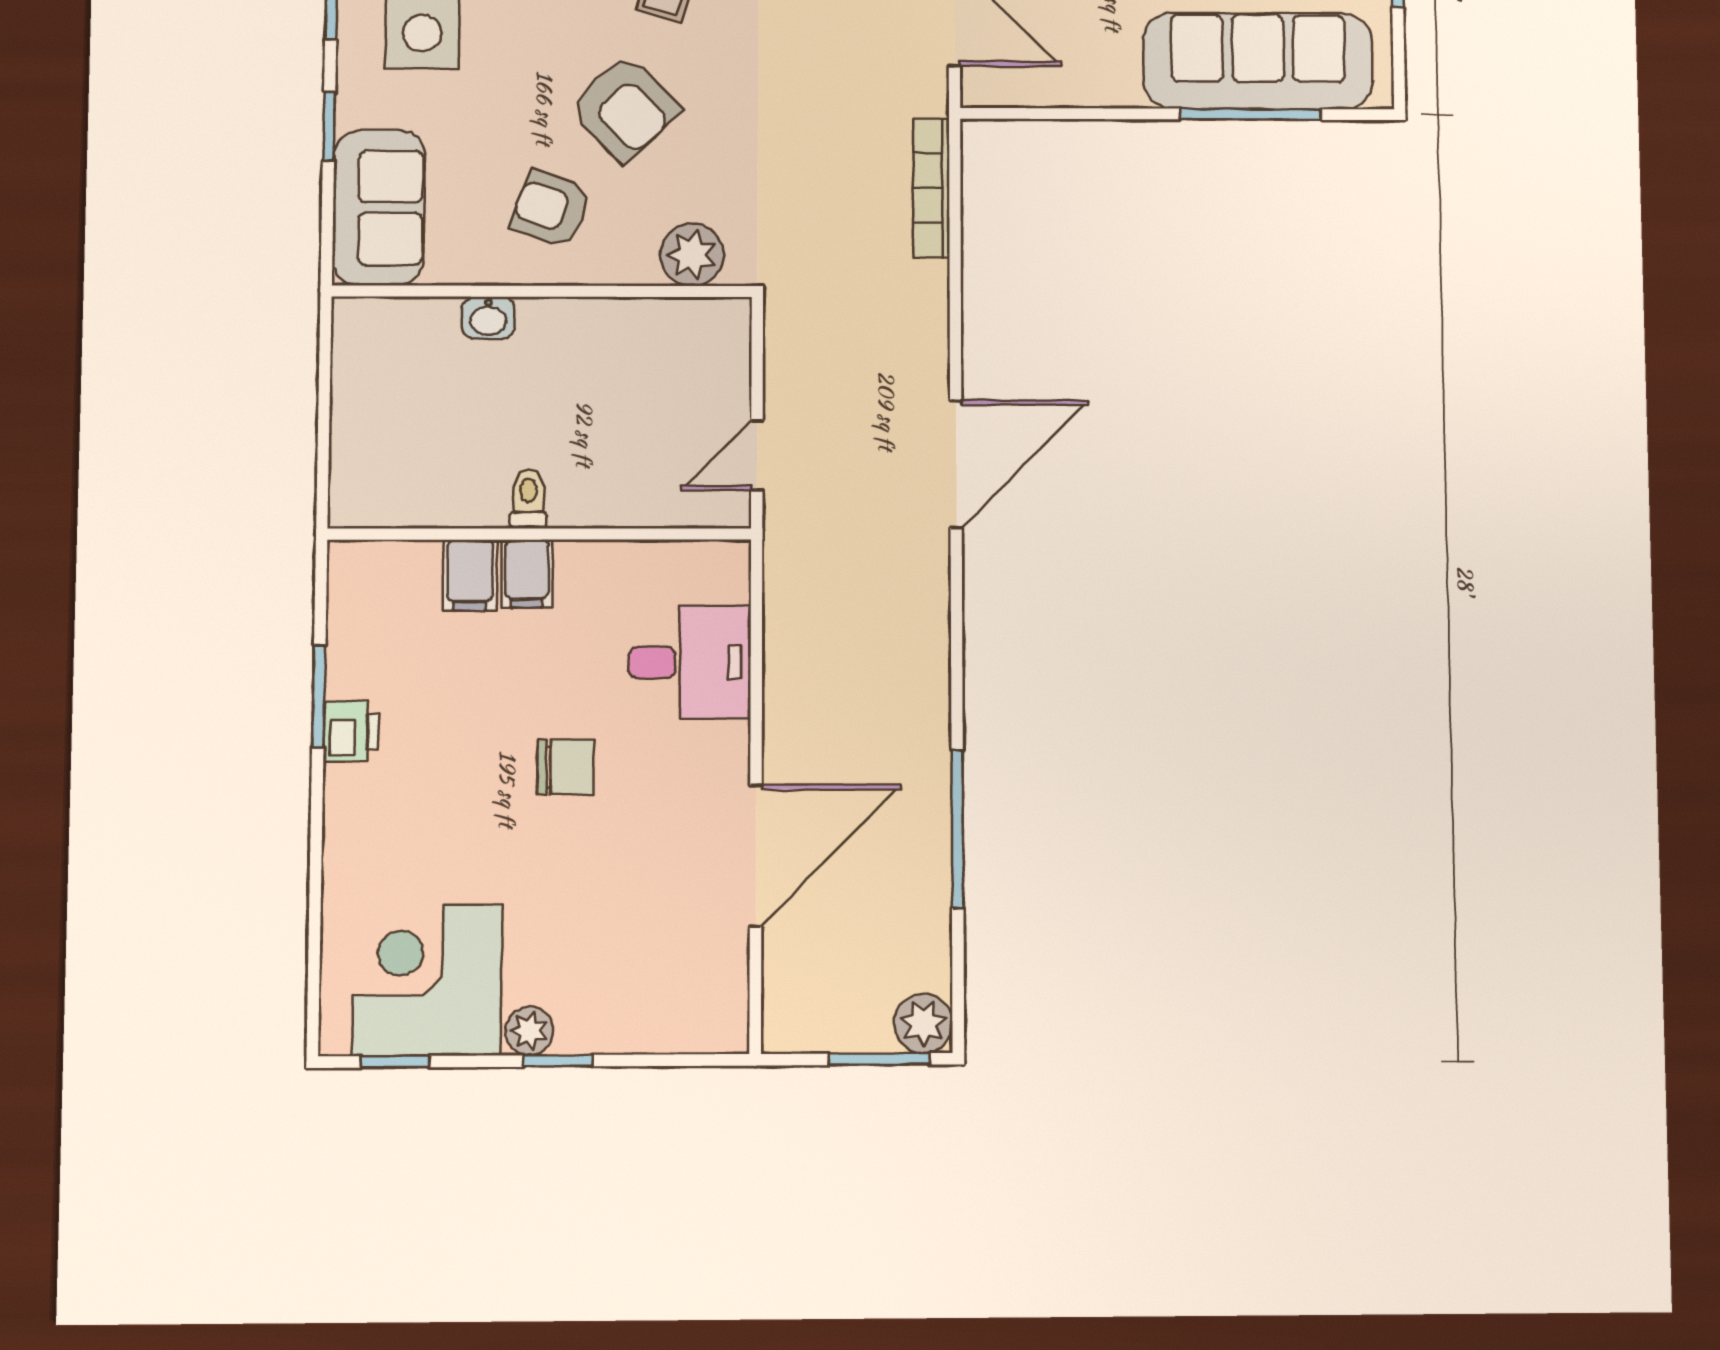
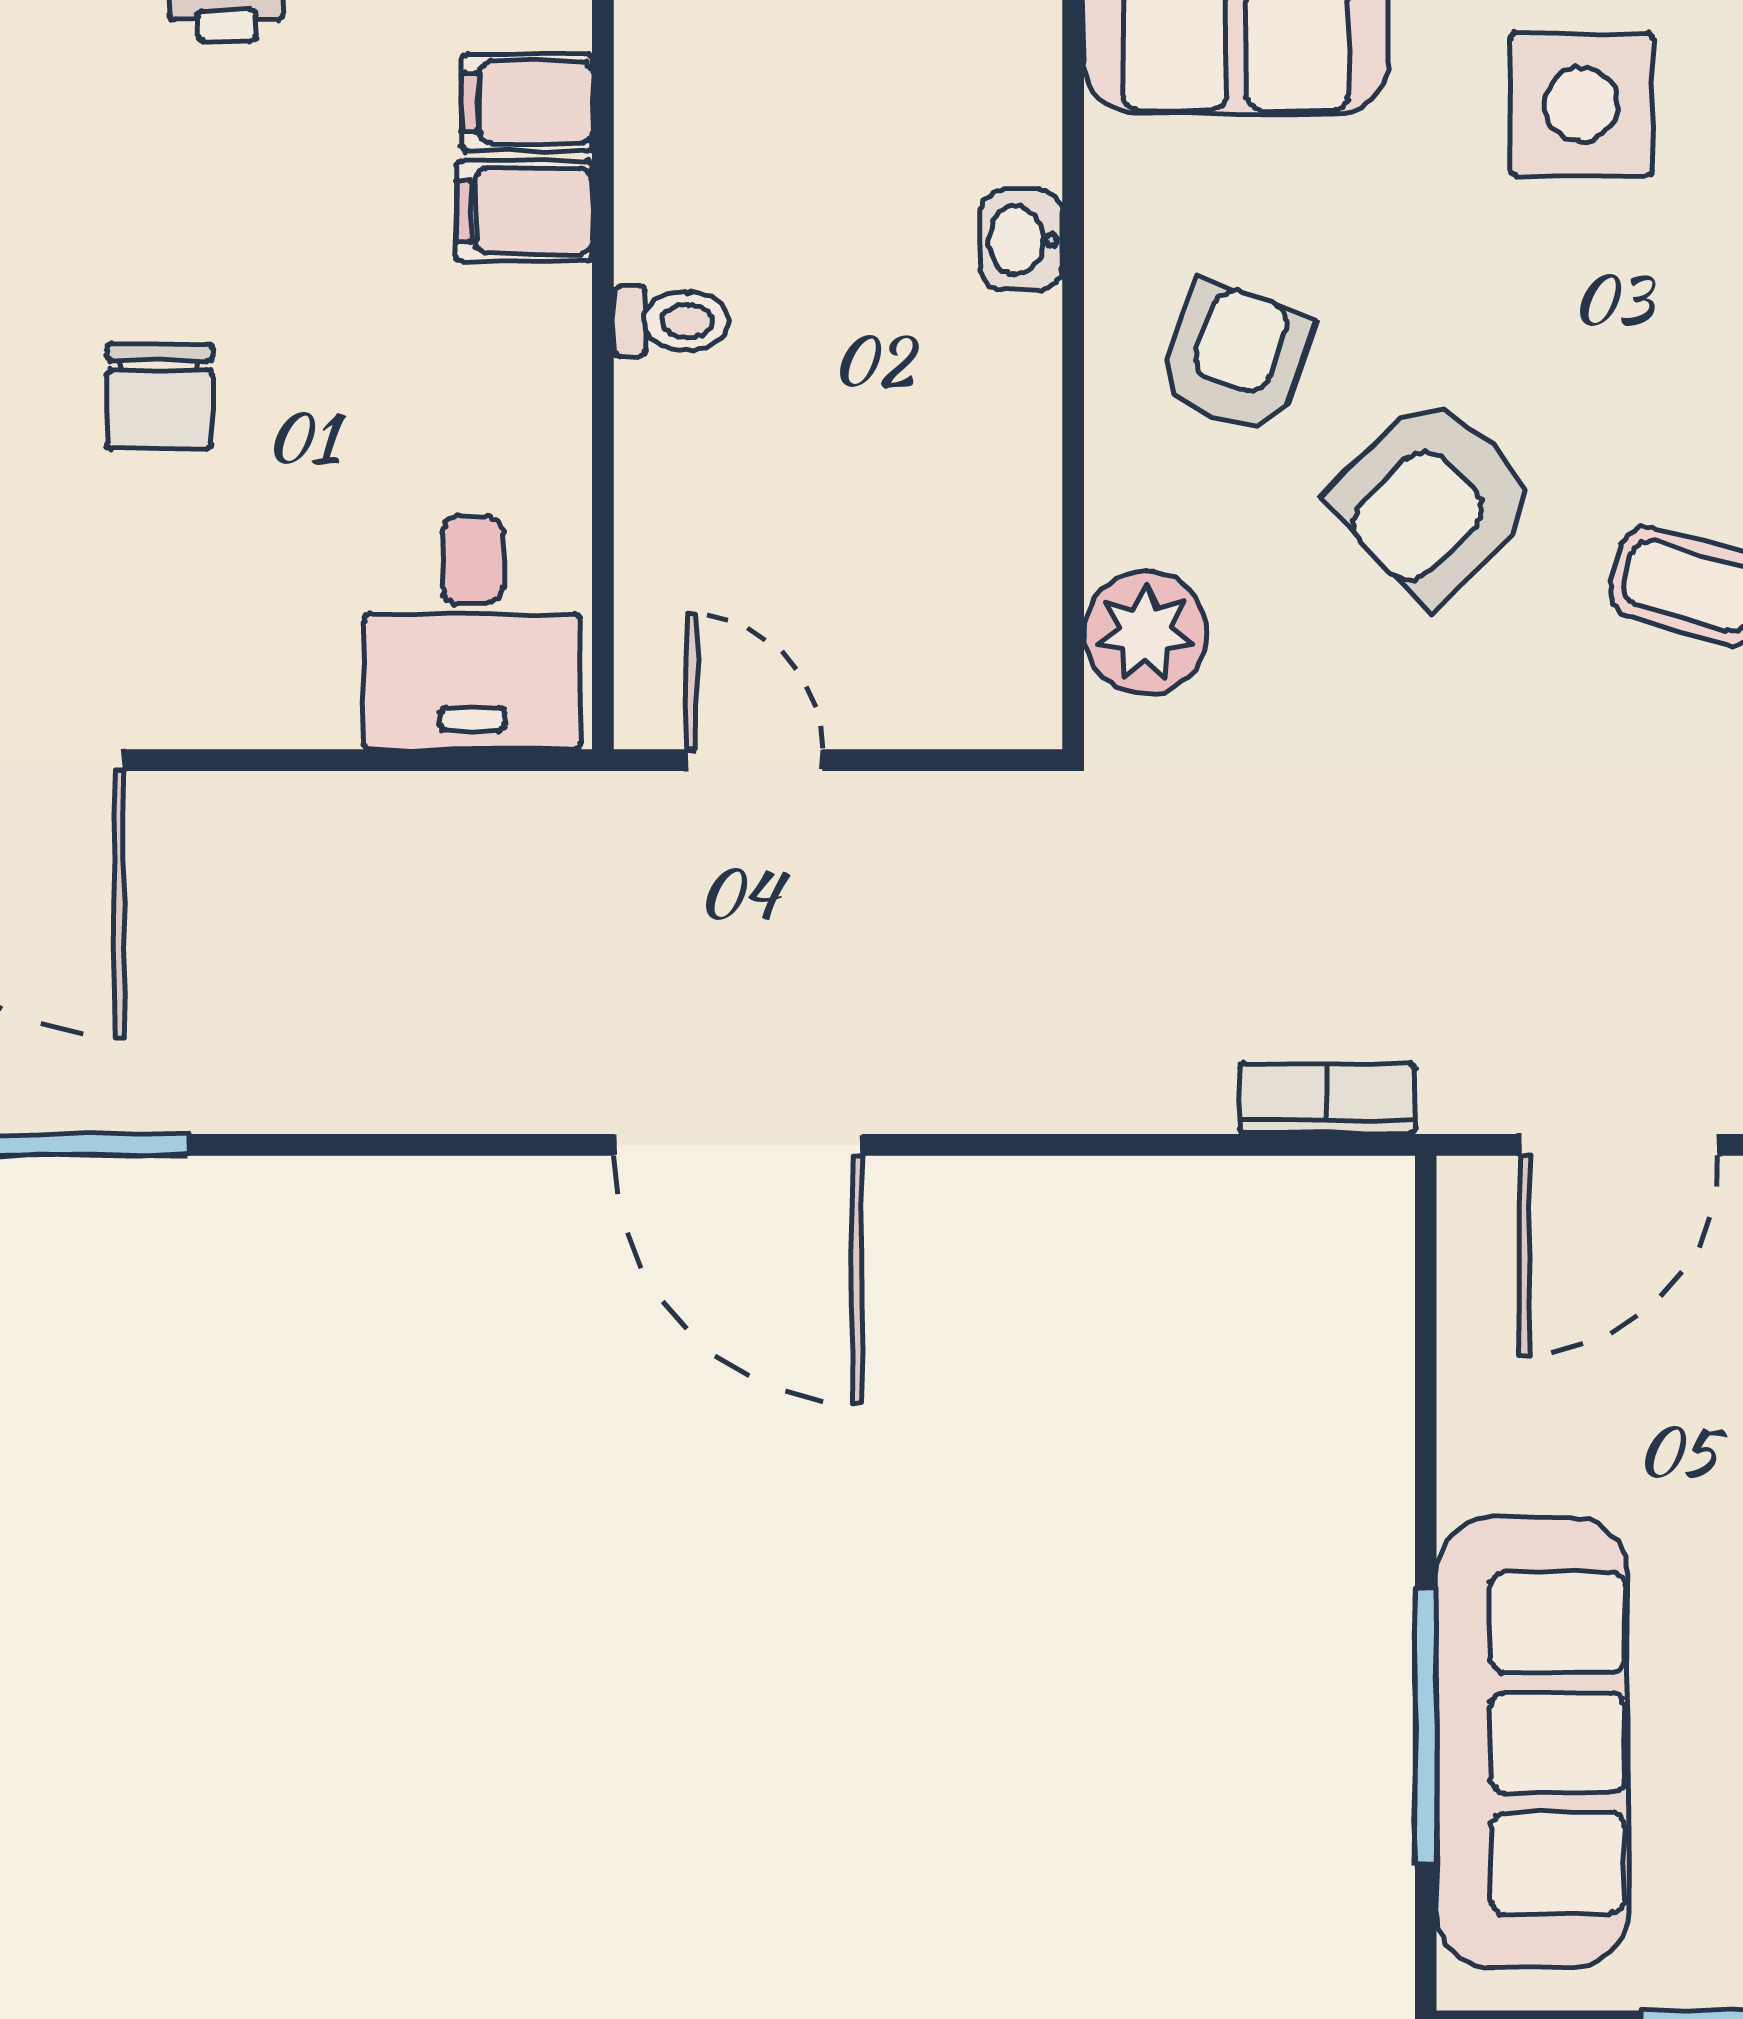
bookcase: (931, 188) -> (1327, 1099), width x0.64
filing cabinet: (527, 574) -> (527, 102), moved
desk: (690, 662) -> (472, 633), moved

